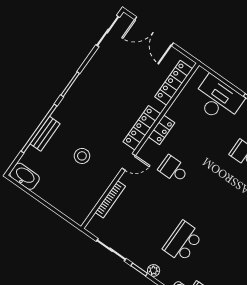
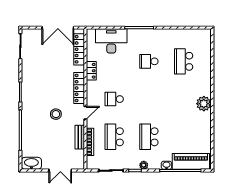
double door: (154, 31) -> (58, 28), moved
locker: (162, 130) -> (91, 71), moved
bench: (45, 134) -> (80, 137), moved
stool: (82, 156) -> (56, 114), moved
double door: (52, 208) -> (60, 170), added
school desk: (142, 213) -> (114, 137), added

